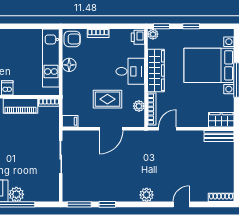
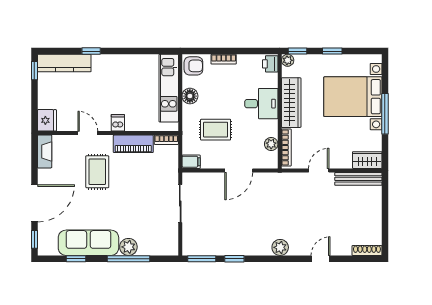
rug: (107, 99) -> (216, 130), moved
door: (167, 129) -> (319, 170), moved
bench: (219, 136) -> (358, 179), width x1.36

